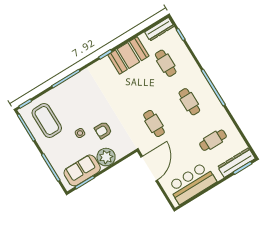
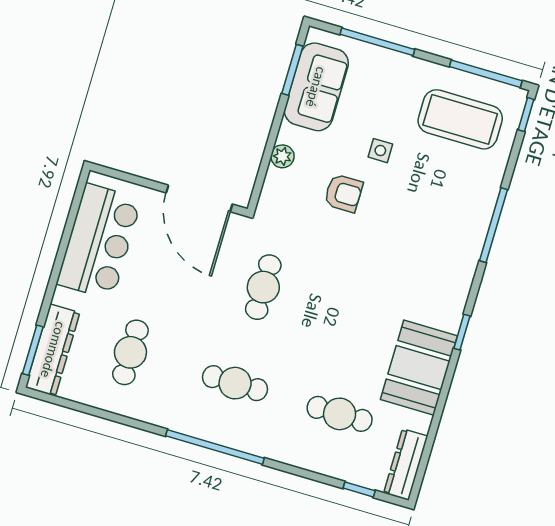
cafe table: (154, 123) -> (263, 287), turned 90
armchair: (103, 130) -> (343, 193), turned 90
plant: (106, 157) -> (282, 156), width x0.53, depth x0.53

